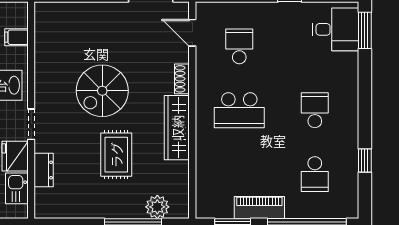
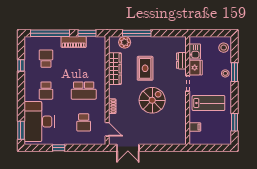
desk: (336, 29) -> (39, 122), width x1.87, depth x1.30
school desk: (239, 110) -> (84, 91), turned 180
wardrobe: (177, 128) -> (115, 69), moved

